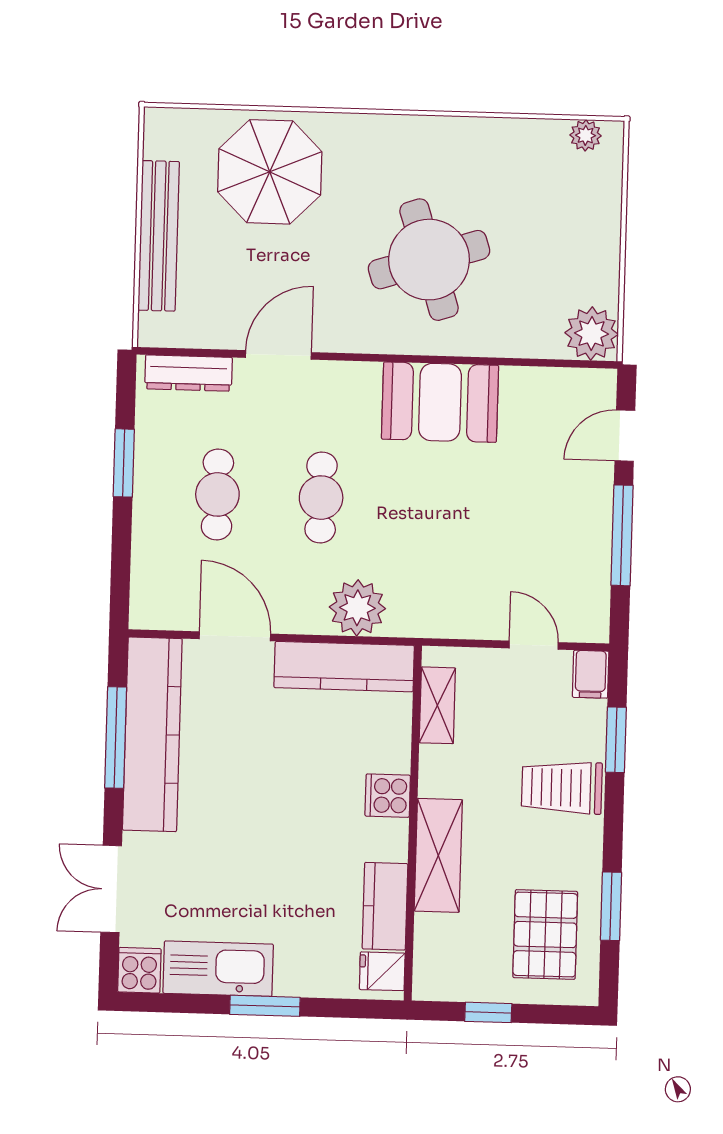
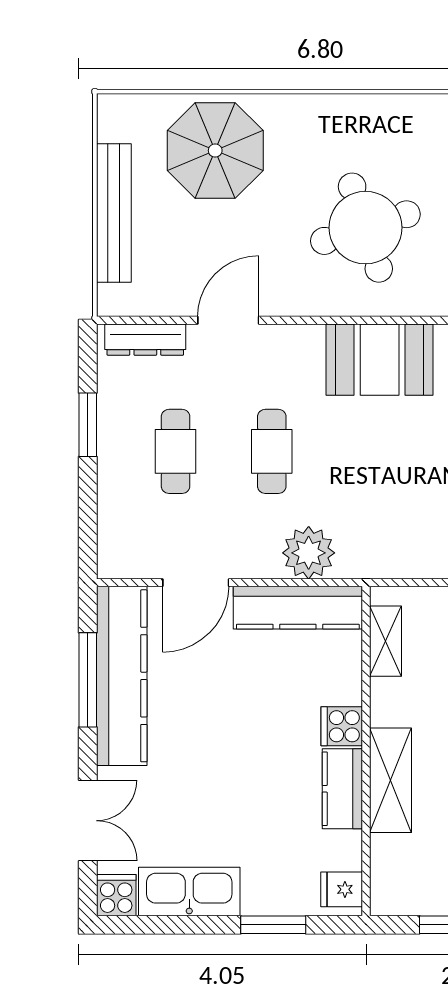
door: (235, 636) -> (196, 583), swing flipped
double door: (111, 889) -> (88, 821), swing flipped
kitchen counter: (385, 906) -> (342, 789), moved
window: (265, 1006) -> (273, 925), moved

